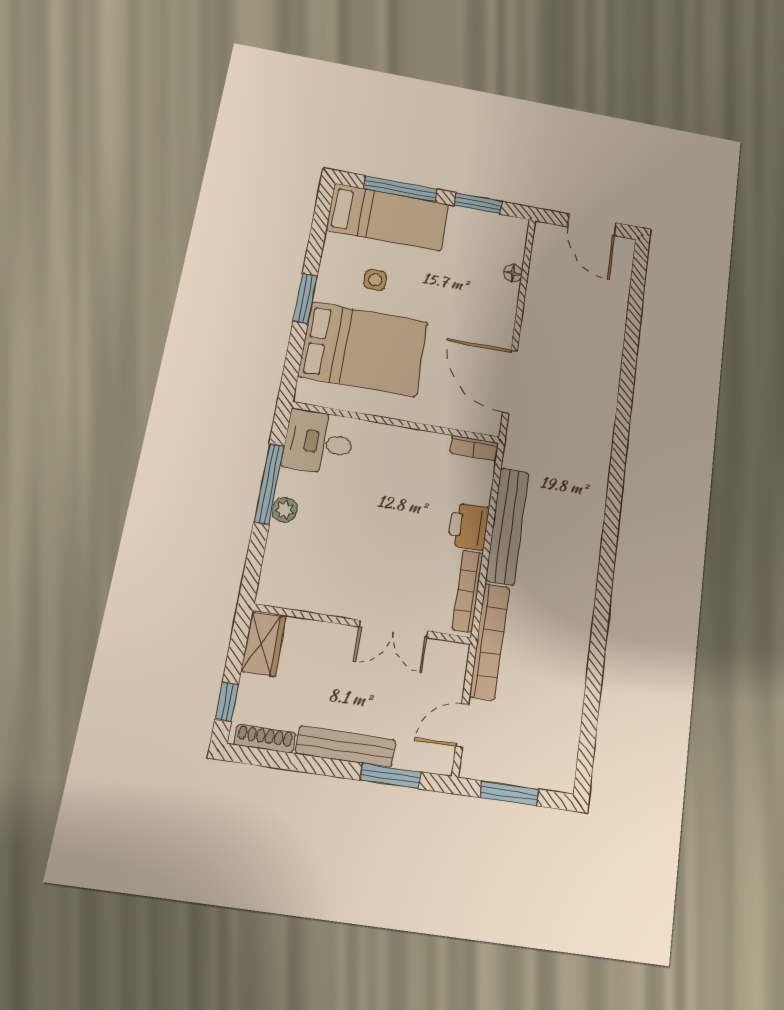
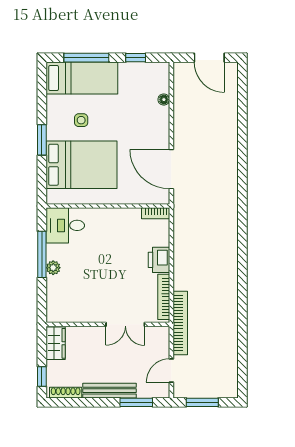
window: (478, 203) -> (136, 58), width x0.67
bench: (507, 526) -> (181, 256), removed

